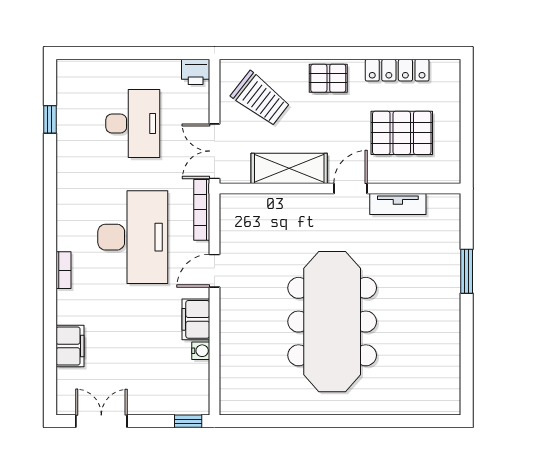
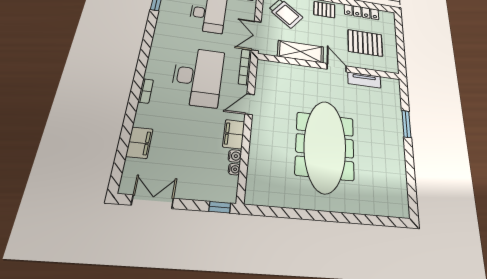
door: (351, 188) -> (337, 68), hinge flipped
water cooler: (202, 369) -> (234, 169), added

